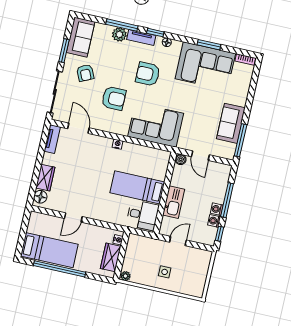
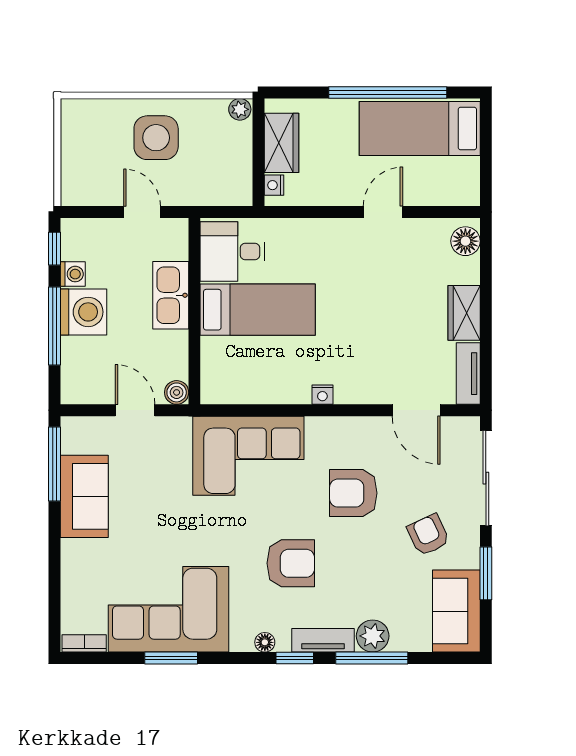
wardrobe: (45, 178) -> (464, 313), moved
washing machine: (217, 209) -> (83, 312), width x1.89, depth x1.89
door: (178, 241) -> (142, 212), swing flipped
side table: (165, 272) -> (156, 138), width x1.87, depth x1.87

